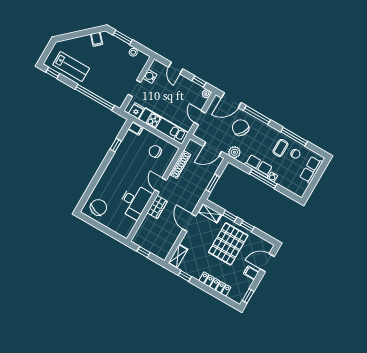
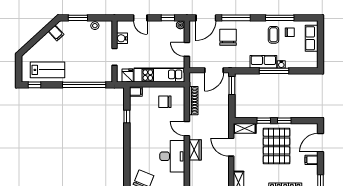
chair: (241, 128) -> (228, 37), turned 58
plant: (234, 152) -> (235, 62), removed
window: (213, 183) -> (232, 86), moved

